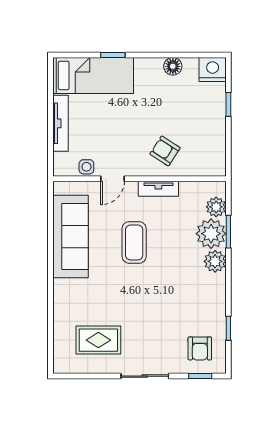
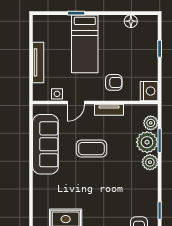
floor lamp: (173, 66) -> (131, 21), moved
nightstand: (213, 69) -> (149, 91), moved, turned 90
bed: (93, 75) -> (85, 44), moved, turned 90
armchair: (165, 151) -> (114, 82), turned 147
coffee table: (134, 242) -> (91, 149), turned 90

